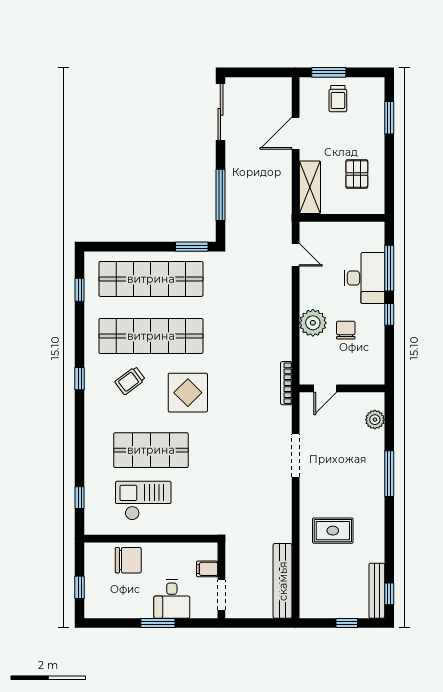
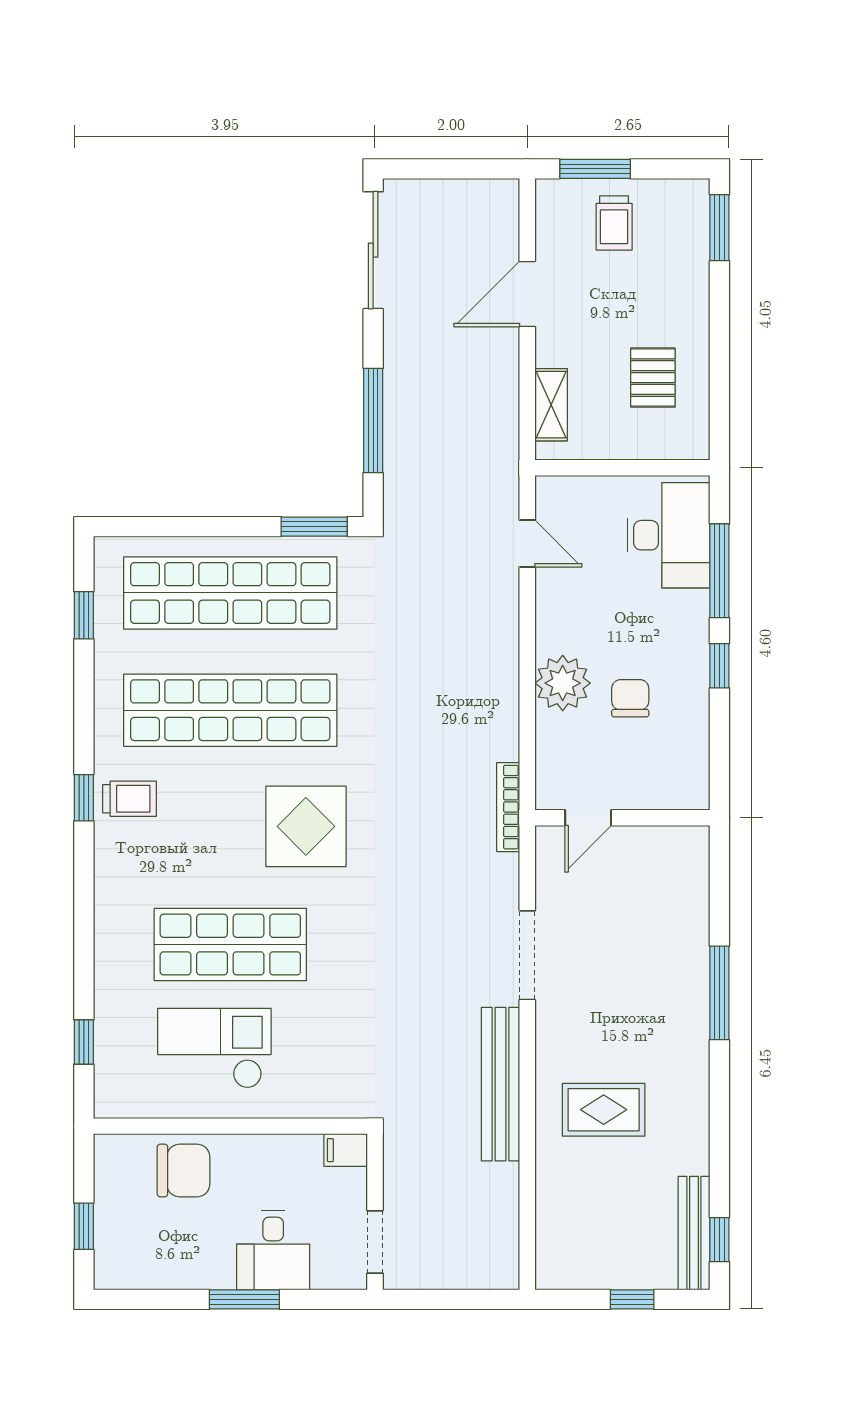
window: (389, 118) -> (719, 228), moved
shelving: (310, 187) -> (551, 405), width x0.67, depth x0.75
desk: (364, 278) -> (668, 535), moved
trolley: (130, 381) -> (130, 799), moved, turned -143
plant: (375, 420) -> (690, 882), removed
filing cabinet: (207, 569) -> (346, 1150), moved
bench: (283, 581) -> (500, 1084), moved

